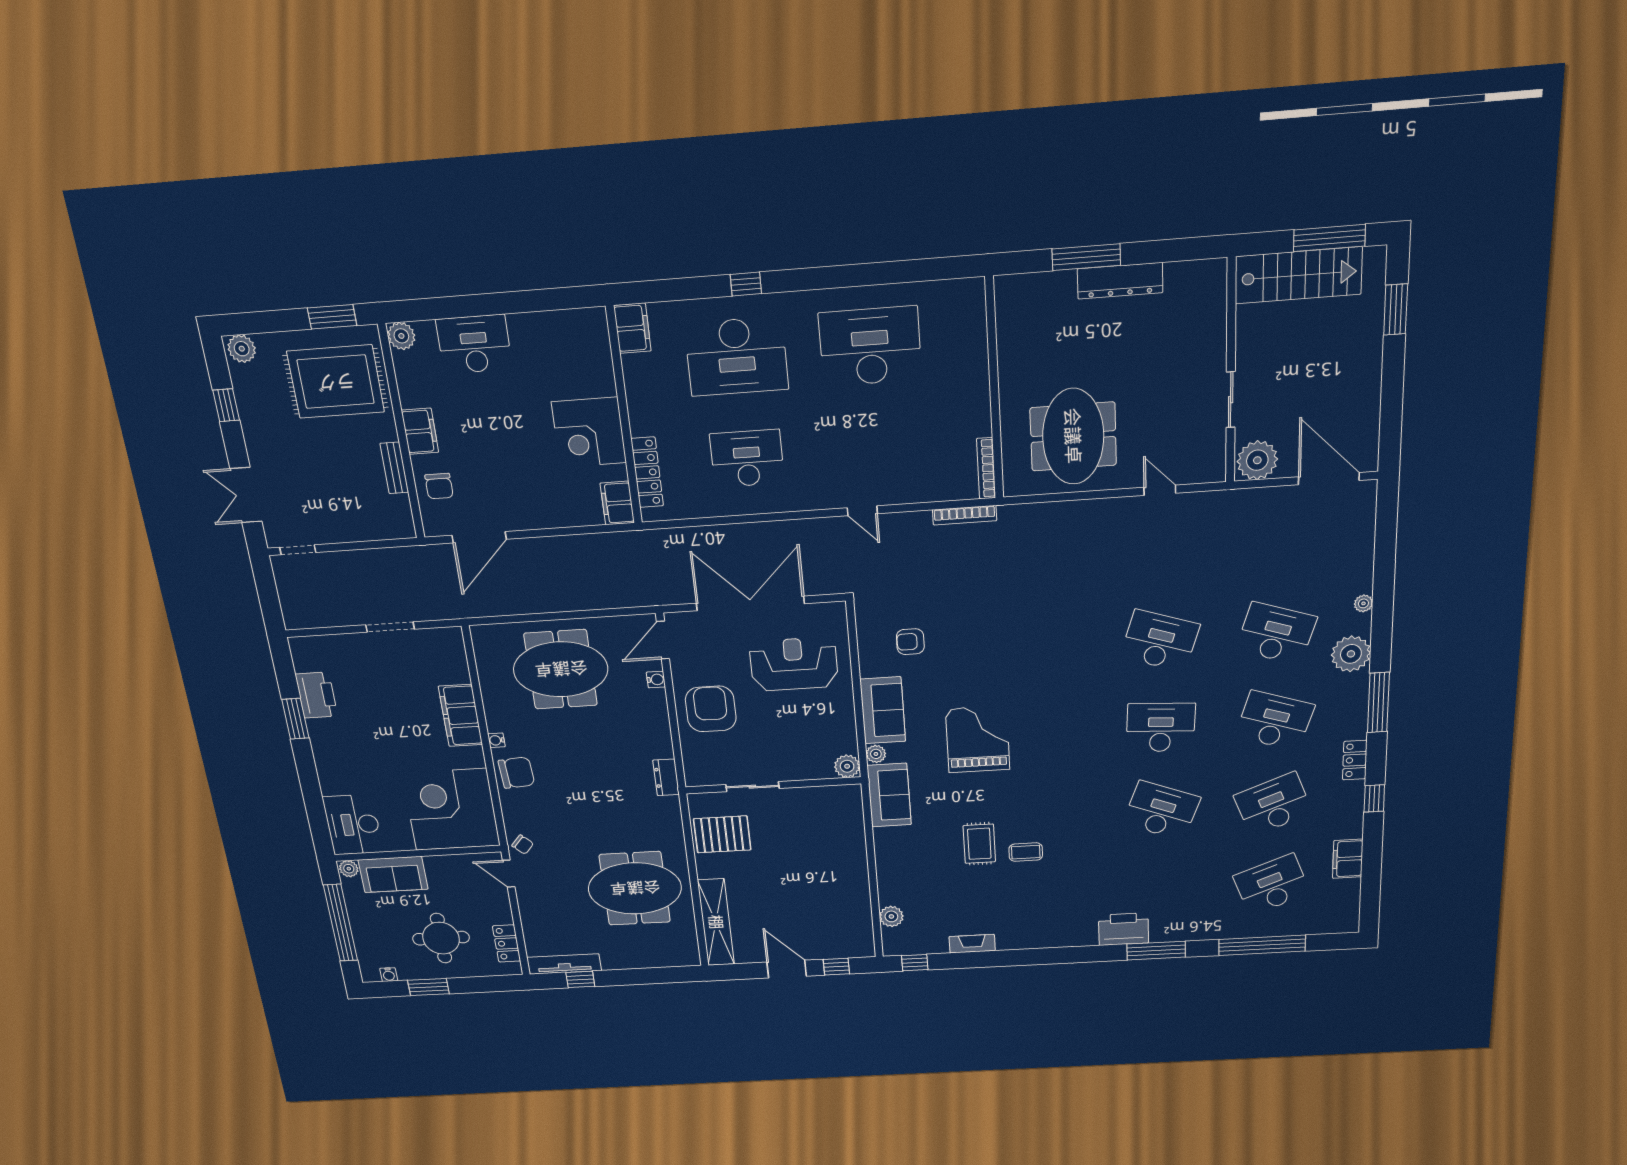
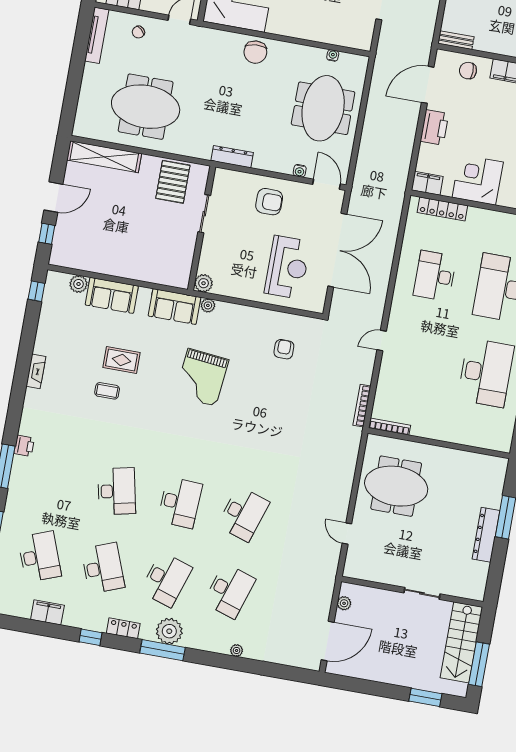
sliding door: (1231, 400) -> (422, 593), moved
desk: (747, 458) -> (435, 276), turned 180
plant: (1257, 460) -> (344, 603), width x0.53, depth x0.53
bench: (394, 468) -> (456, 40), moved
door: (1160, 490) -> (347, 534), swing flipped
printer: (535, 513) -> (434, 127), added
door: (479, 537) -> (428, 85), hinge flipped
plant: (1351, 654) -> (169, 631), moved
armchair: (711, 709) -> (269, 202), width x0.73, depth x0.73
sofa: (883, 710) -> (112, 295), moved
filing cabinet: (461, 715) -> (307, 28), removed
grand piano: (978, 739) -> (202, 377), turned 96
water cooler: (496, 740) -> (333, 55), moved
dresser: (666, 777) -> (232, 157), width x1.44
desk: (1161, 811) -> (117, 491), turned -33
chair: (523, 845) -> (138, 32), moved
coffee table: (1026, 852) -> (107, 391), turned 90
meeting table: (635, 888) -> (146, 107), turned 90
printer: (1124, 929) -> (24, 446), width x0.53, depth x0.68
fireplace: (972, 944) -> (36, 371), moved
window: (580, 979) -> (81, 43), removed

